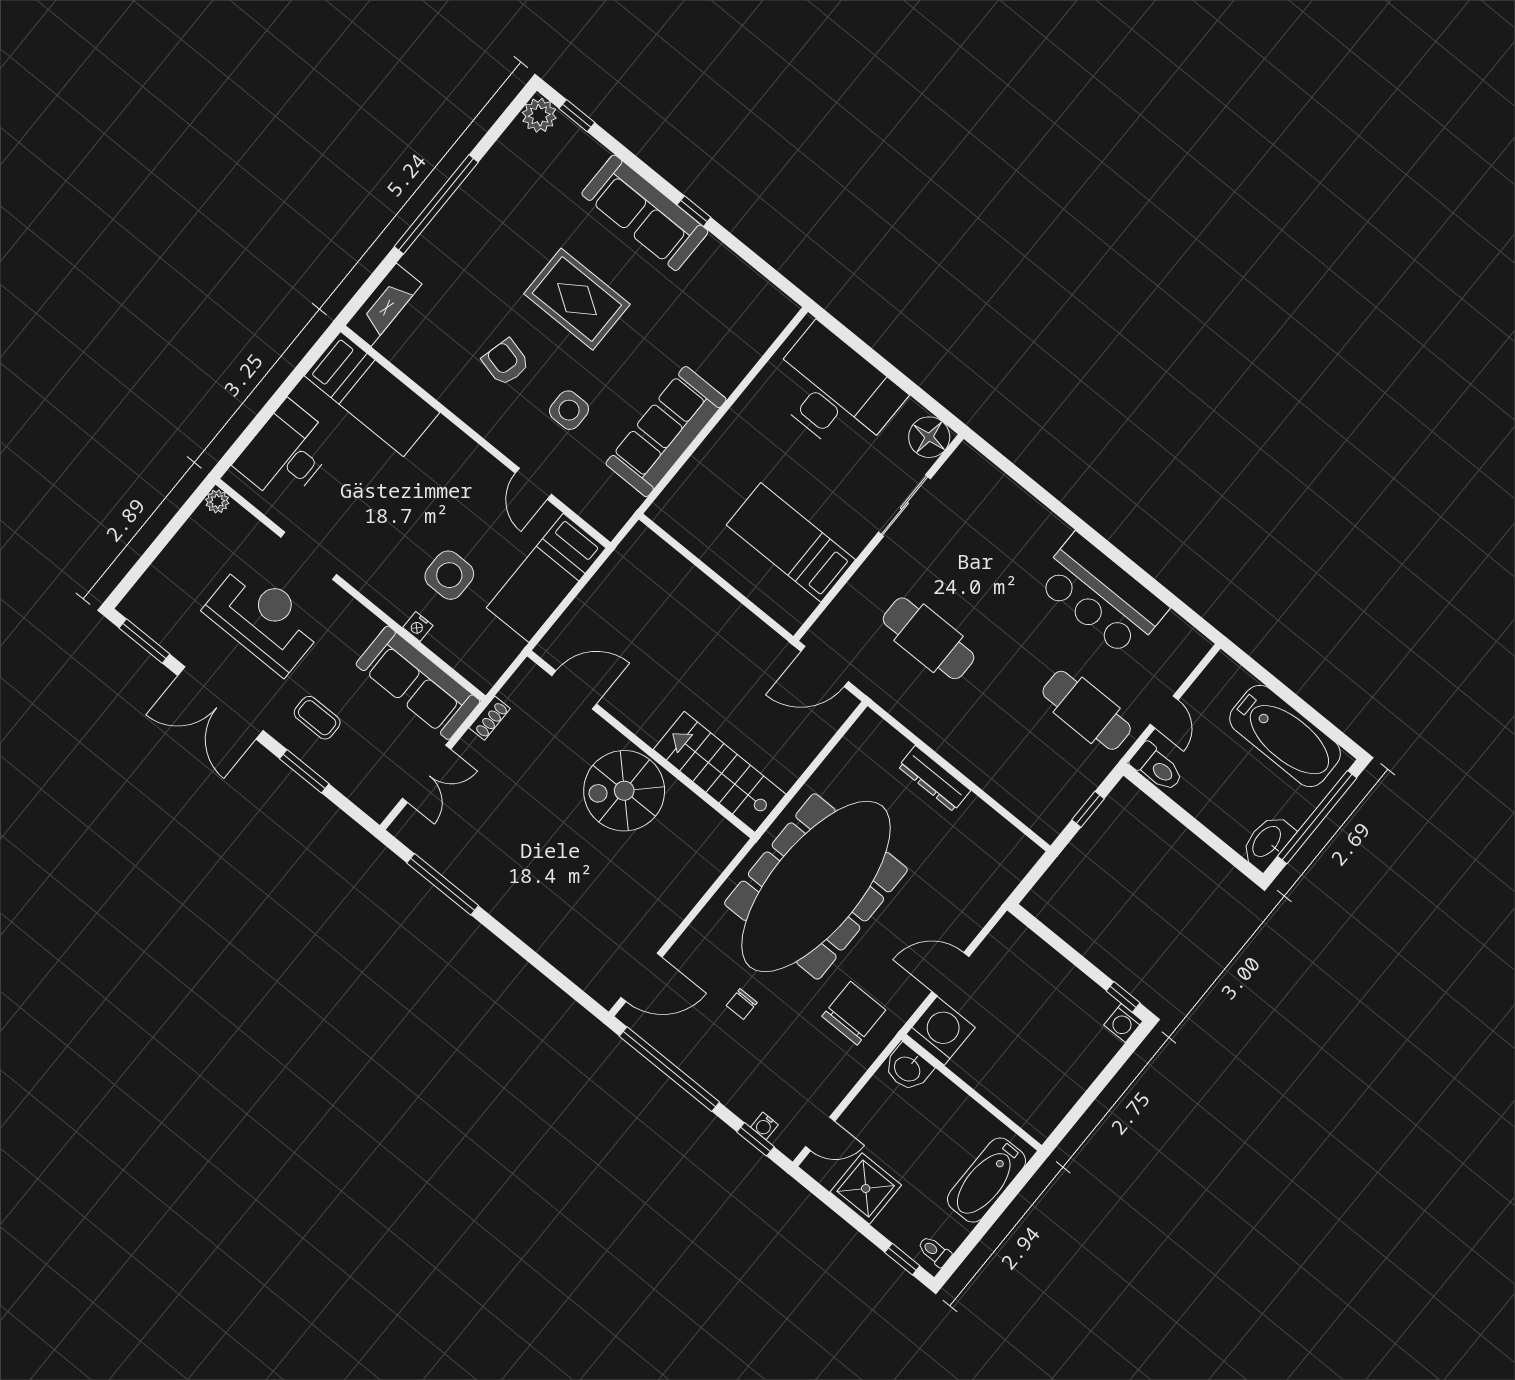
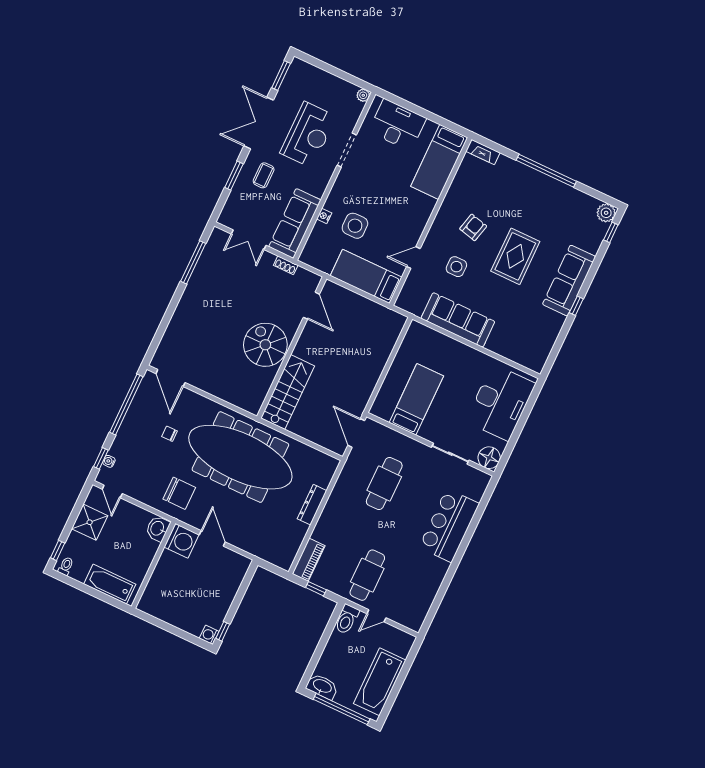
fireplace: (384, 305) -> (483, 152), width x0.73, depth x0.76
bar counter: (1102, 595) -> (449, 525), moved
piano: (1032, 810) -> (309, 560), added

